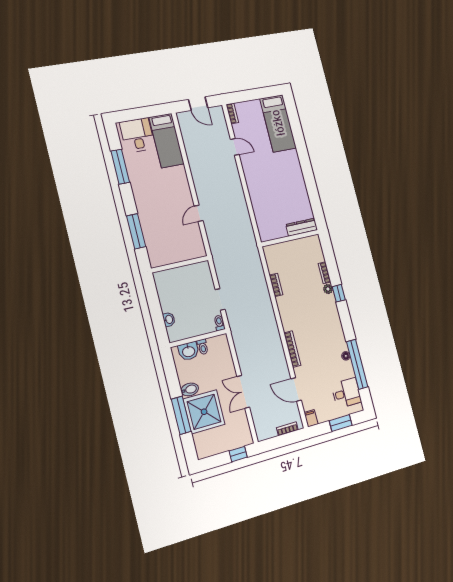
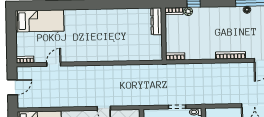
dresser: (302, 227) -> (156, 21), moved
wall: (290, 238) -> (164, 34), moved

